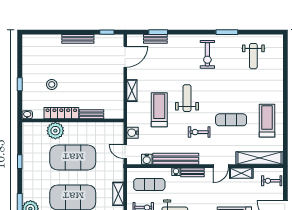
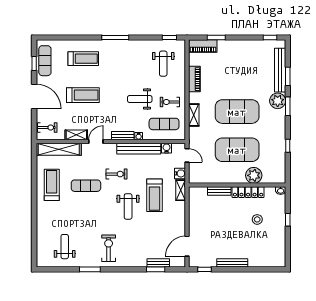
shelving: (132, 91) -> (181, 190), moved
treadmill: (267, 121) -> (52, 185), turned 180

